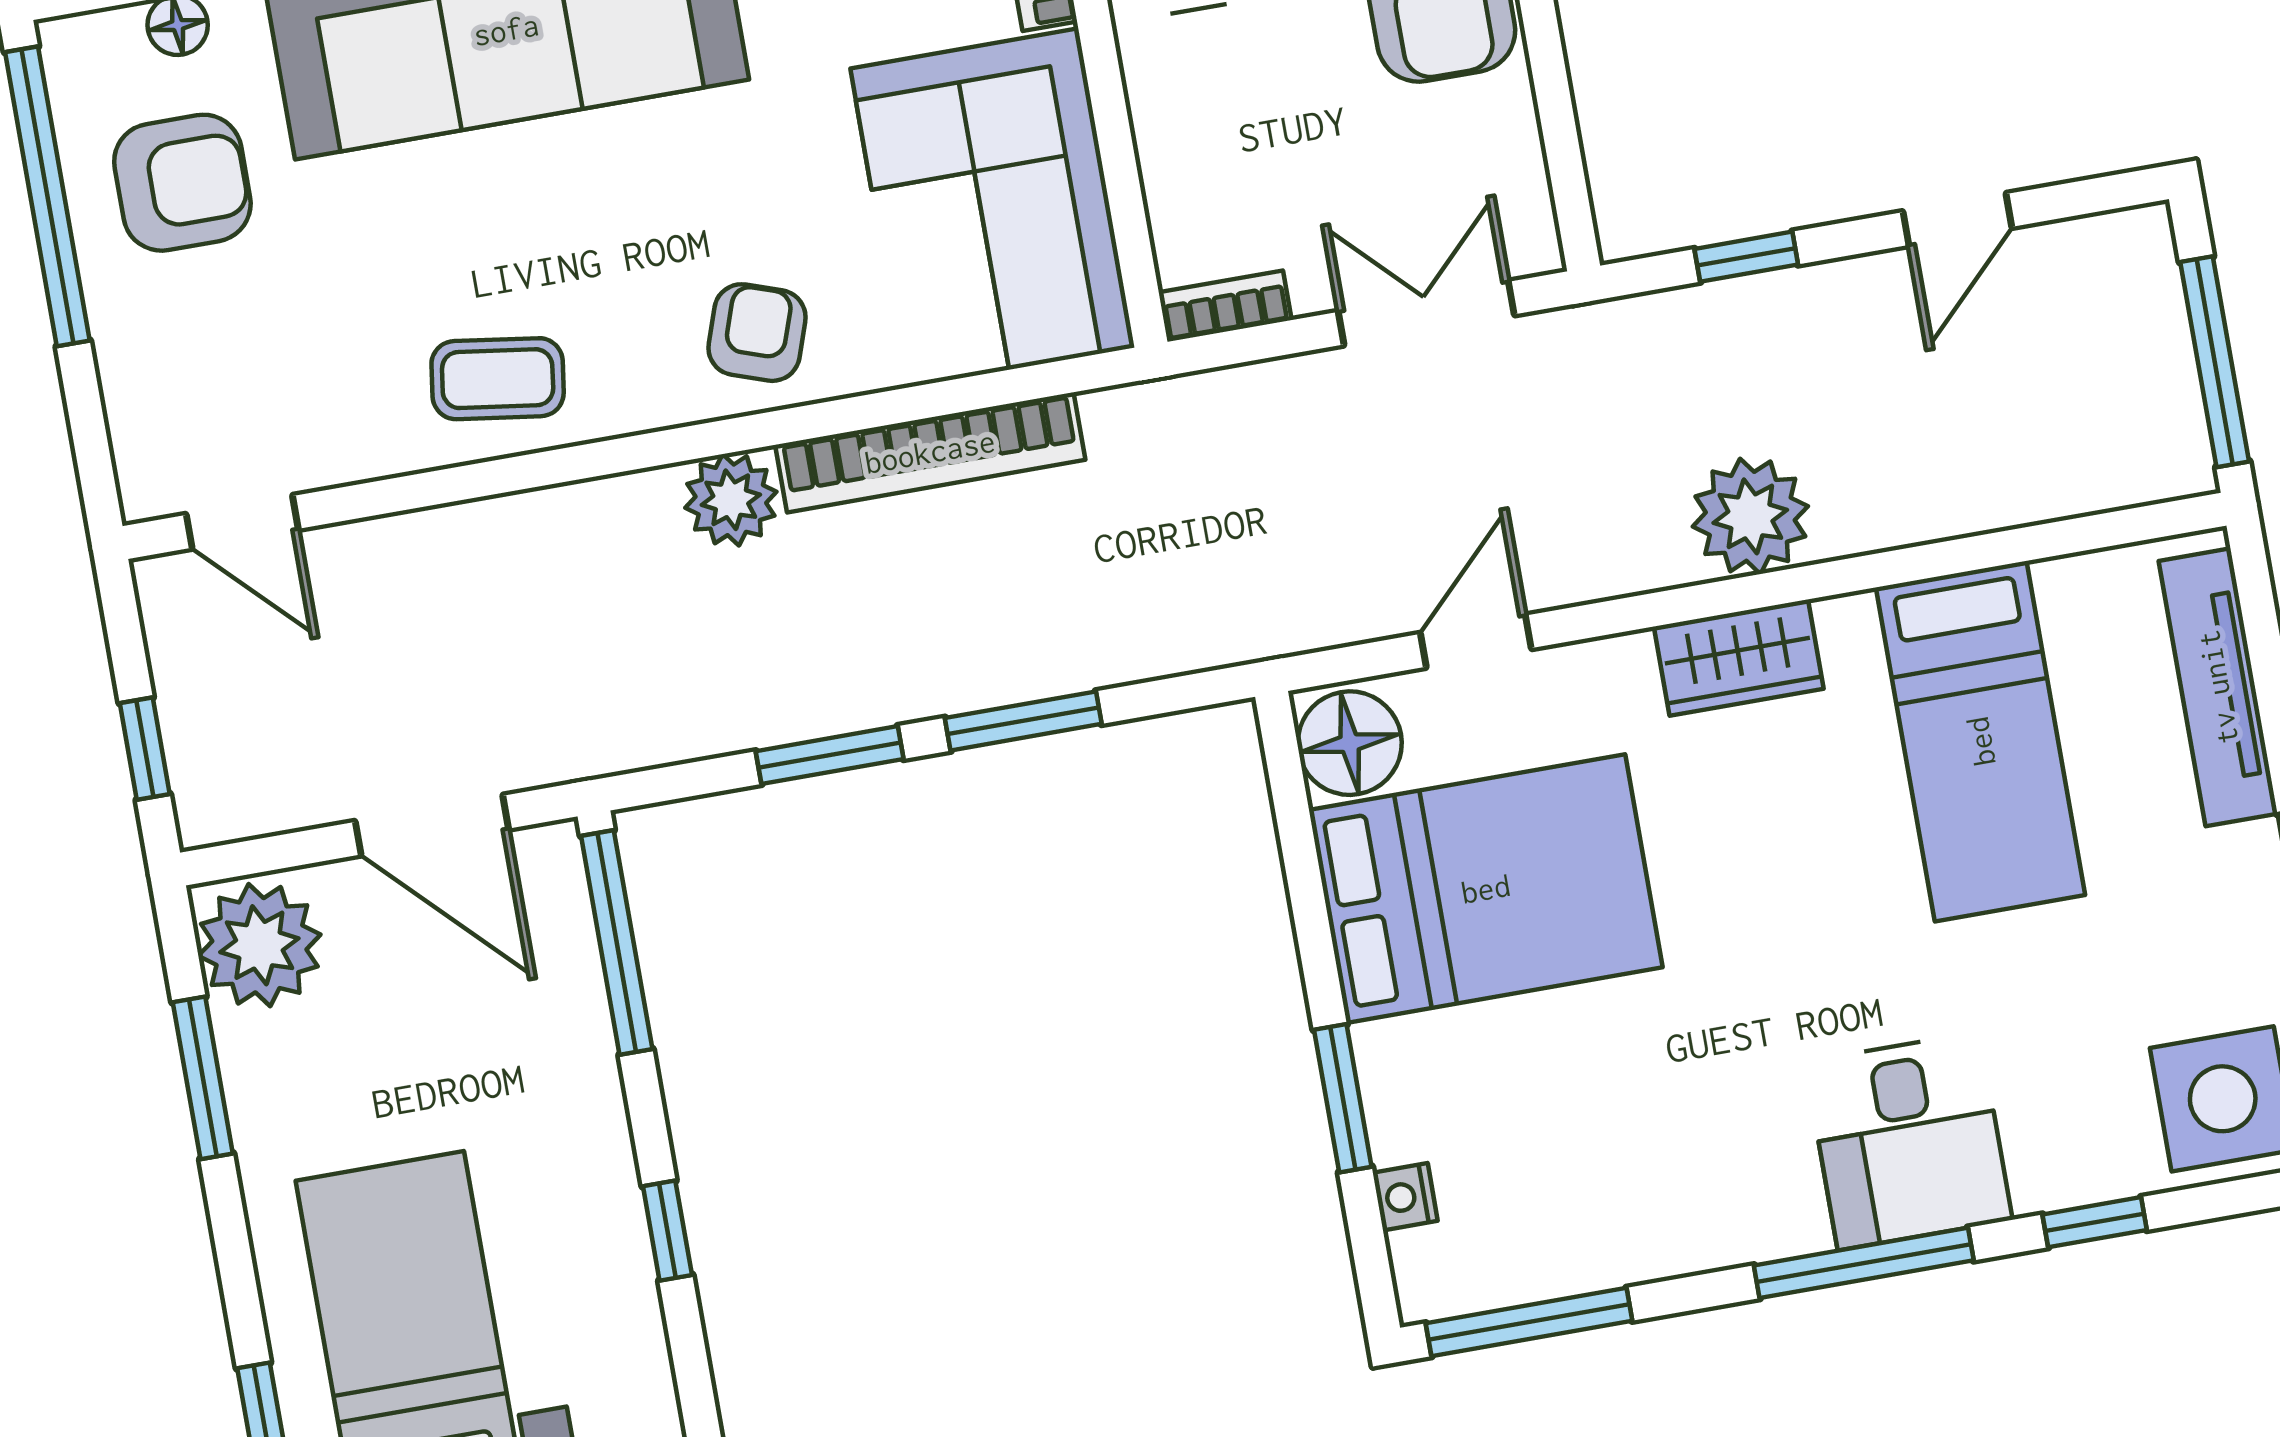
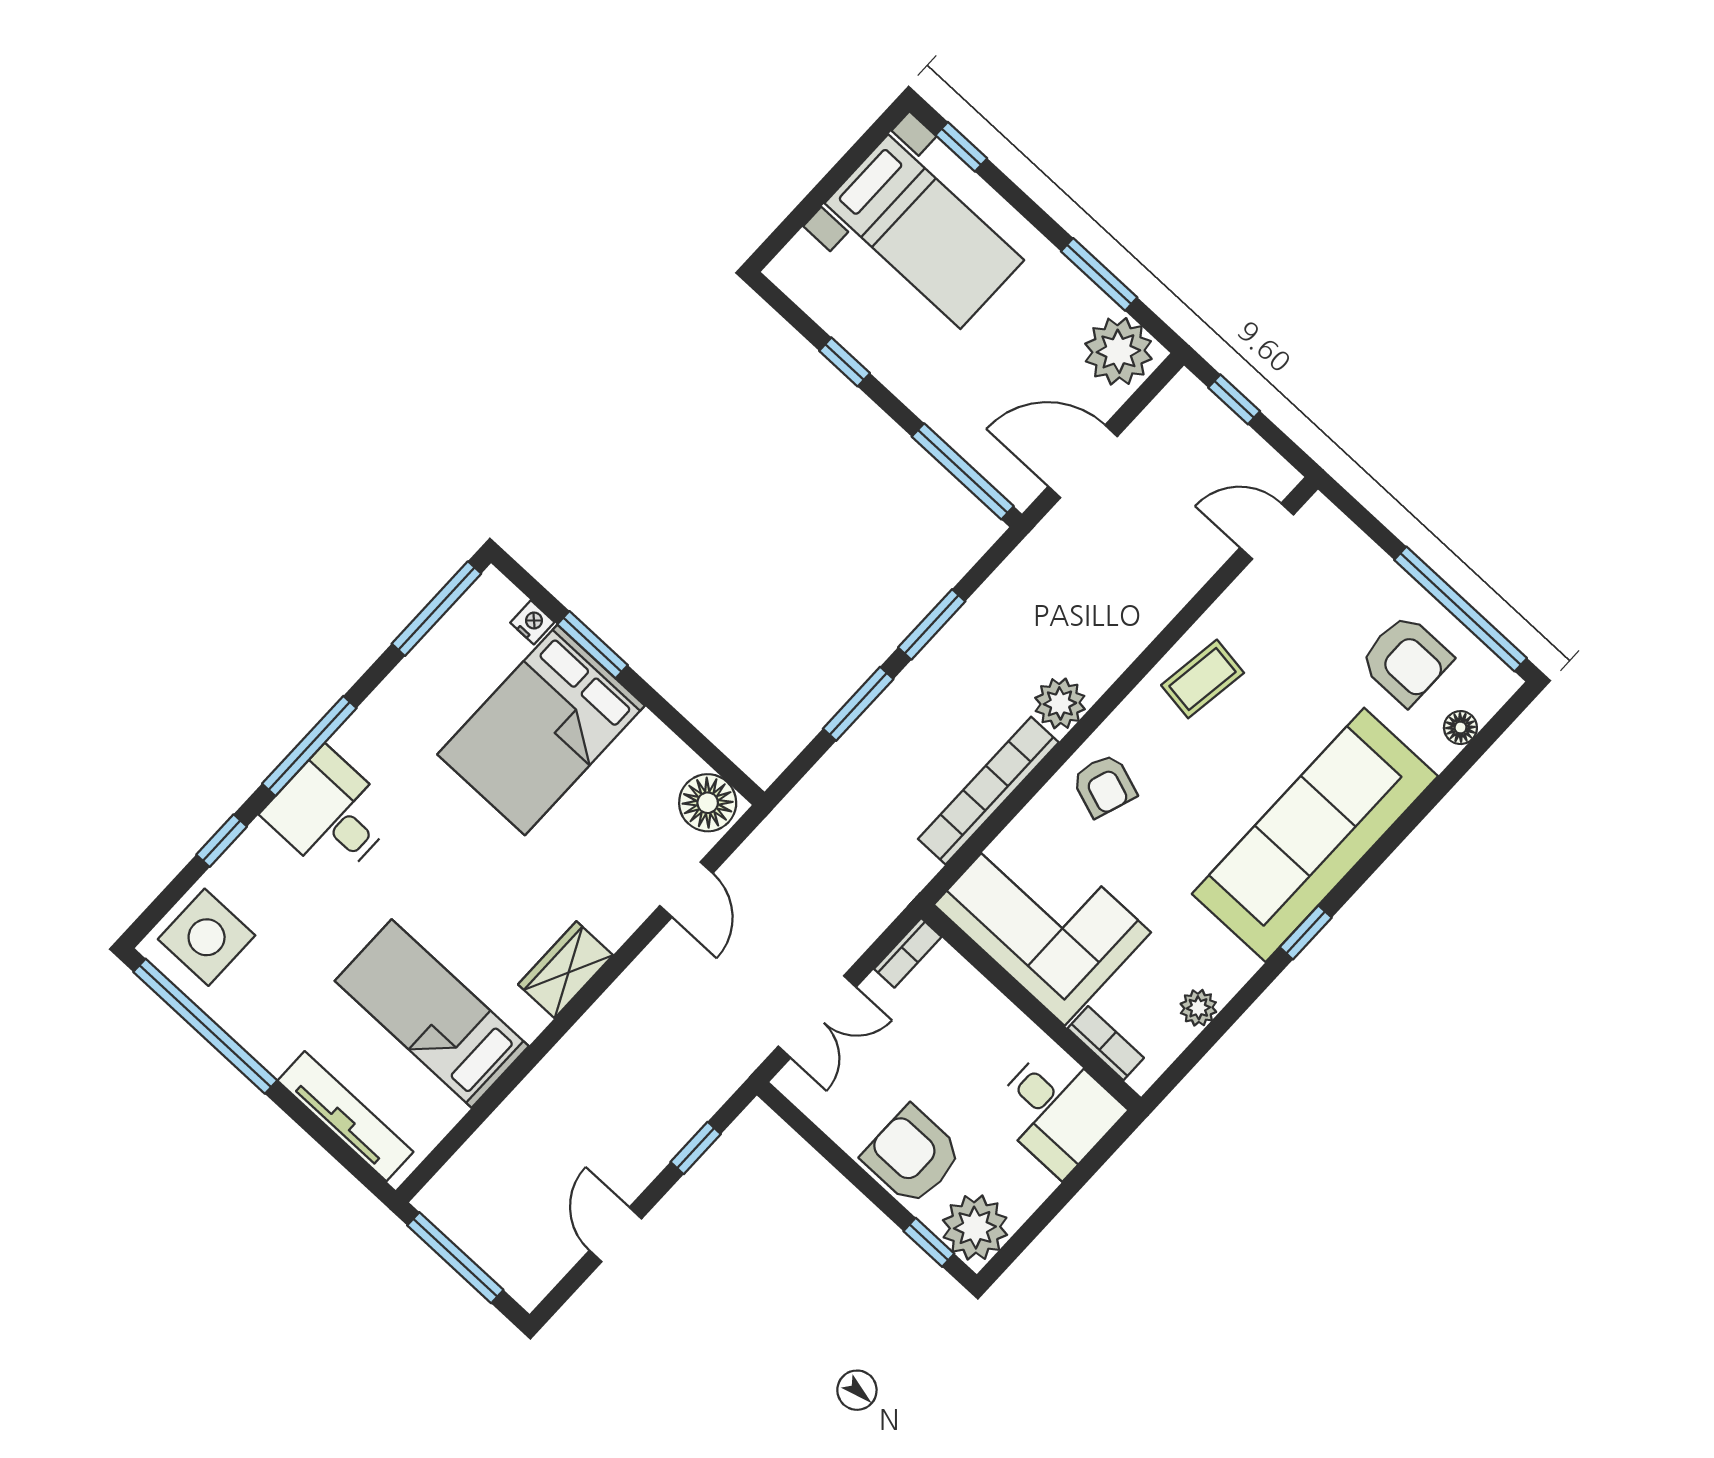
armchair: (182, 183) -> (1406, 660), turned -90
plant: (1750, 516) -> (607, 1035), removed
bed: (1486, 889) -> (541, 730), moved

